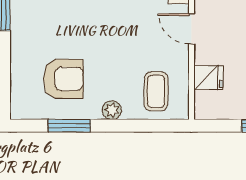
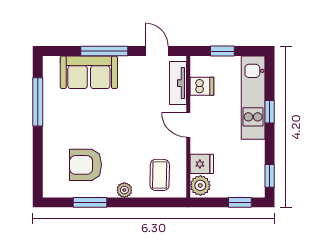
armchair: (63, 79) -> (85, 165), turned 180
plant: (207, 104) -> (200, 185), added

